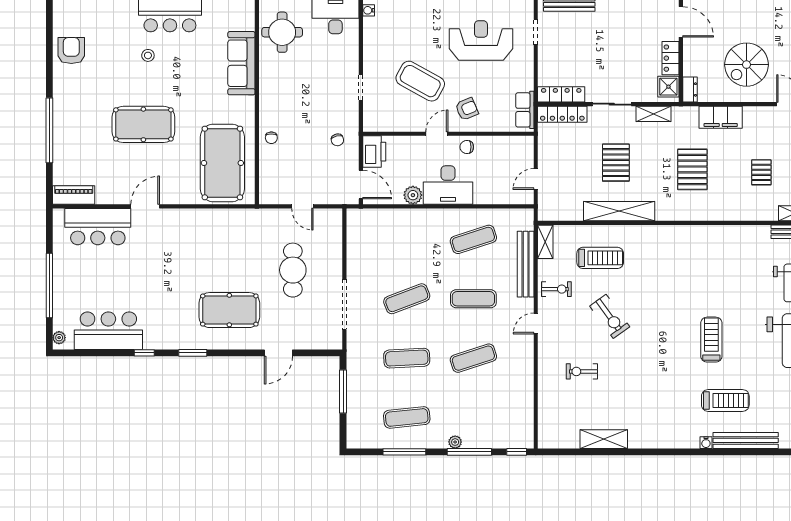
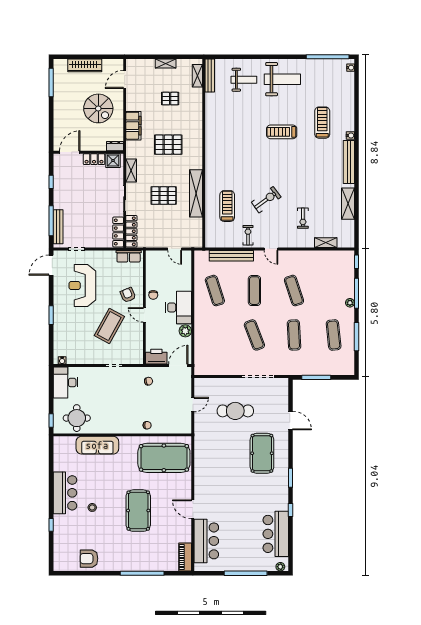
shelving: (545, 242) -> (326, 243), moved
bench: (746, 440) -> (349, 162), moved

